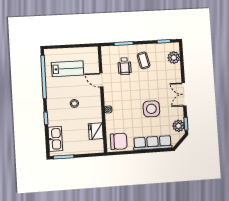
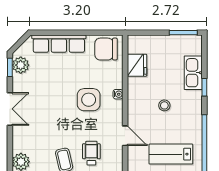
side table: (151, 109) -> (89, 100), moved
kitchen sink: (55, 139) -> (193, 73), moved

